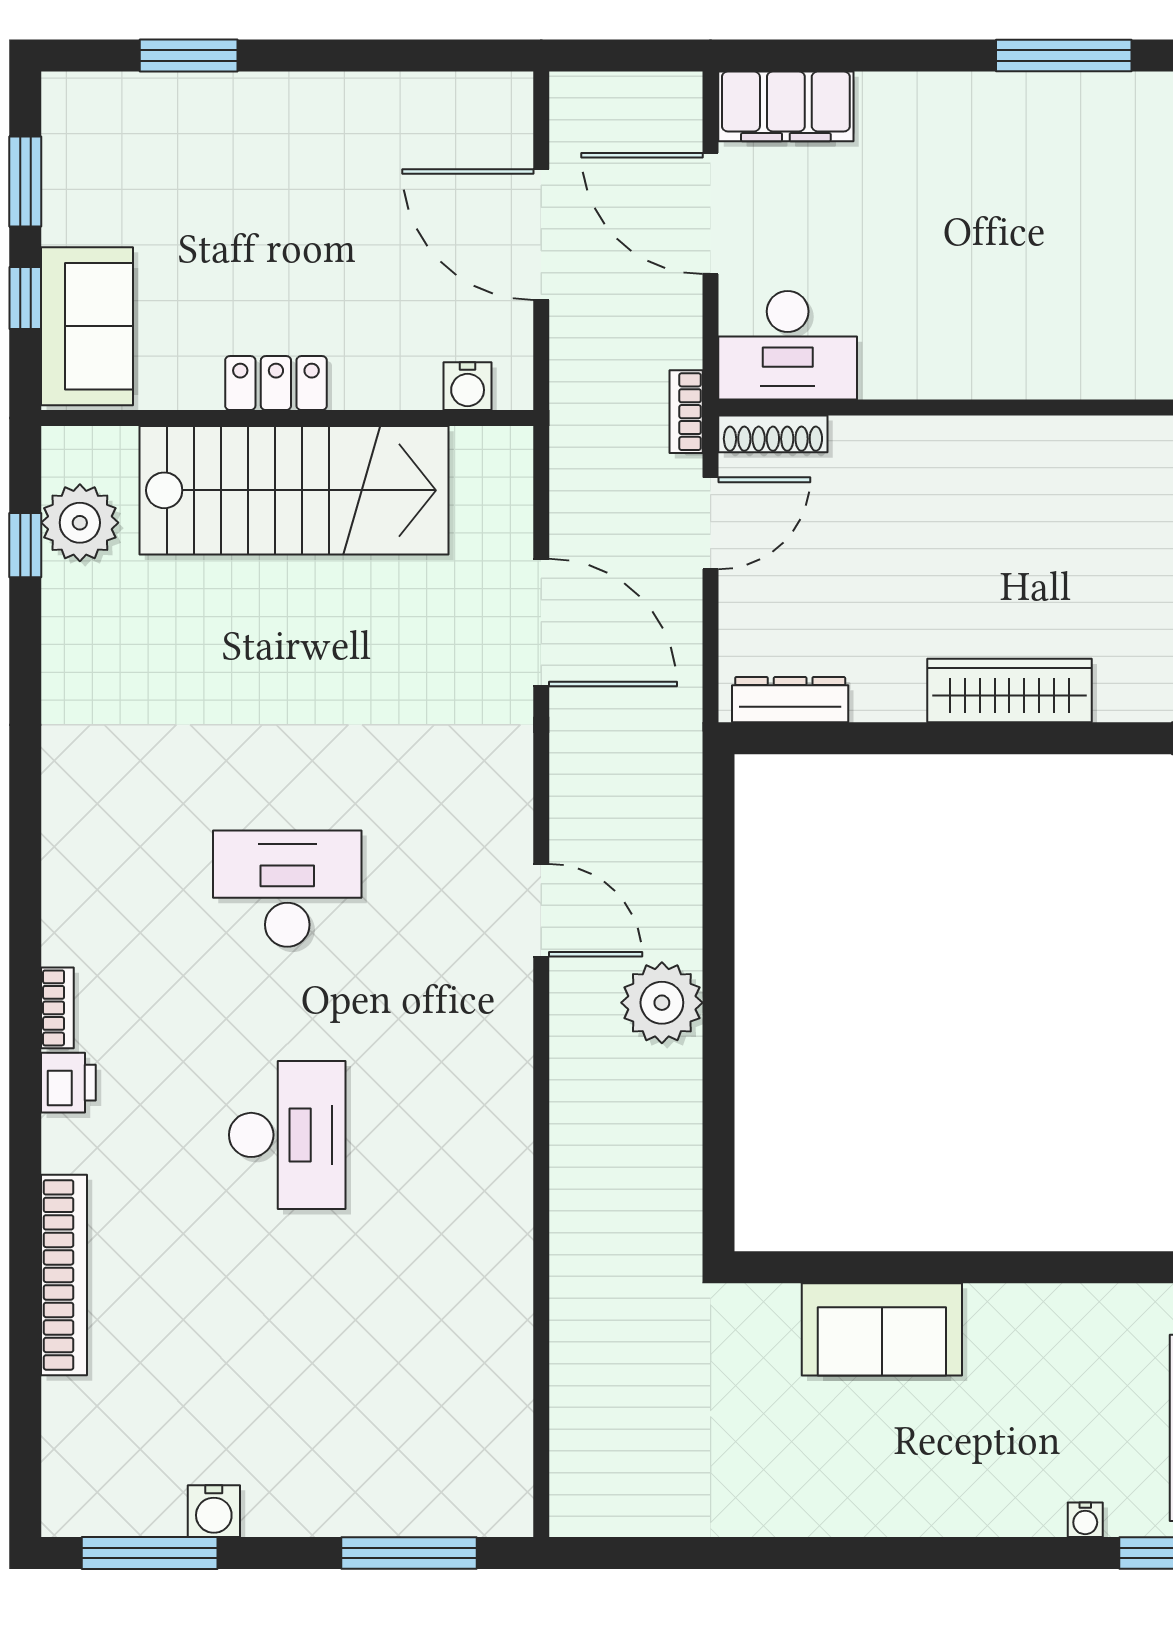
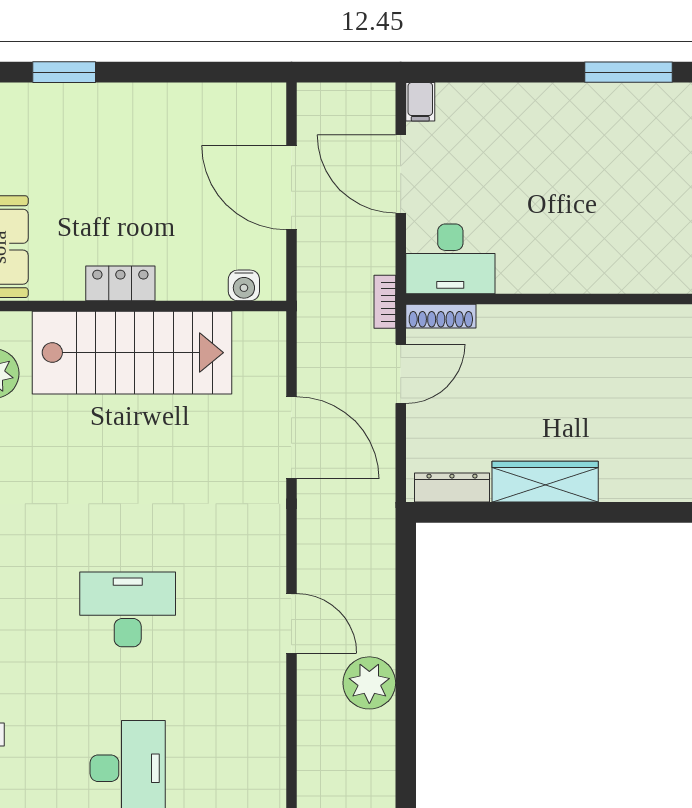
filing cabinet: (786, 106) -> (420, 102), width x0.33, depth x0.86
wardrobe: (1009, 691) -> (545, 482), moved

